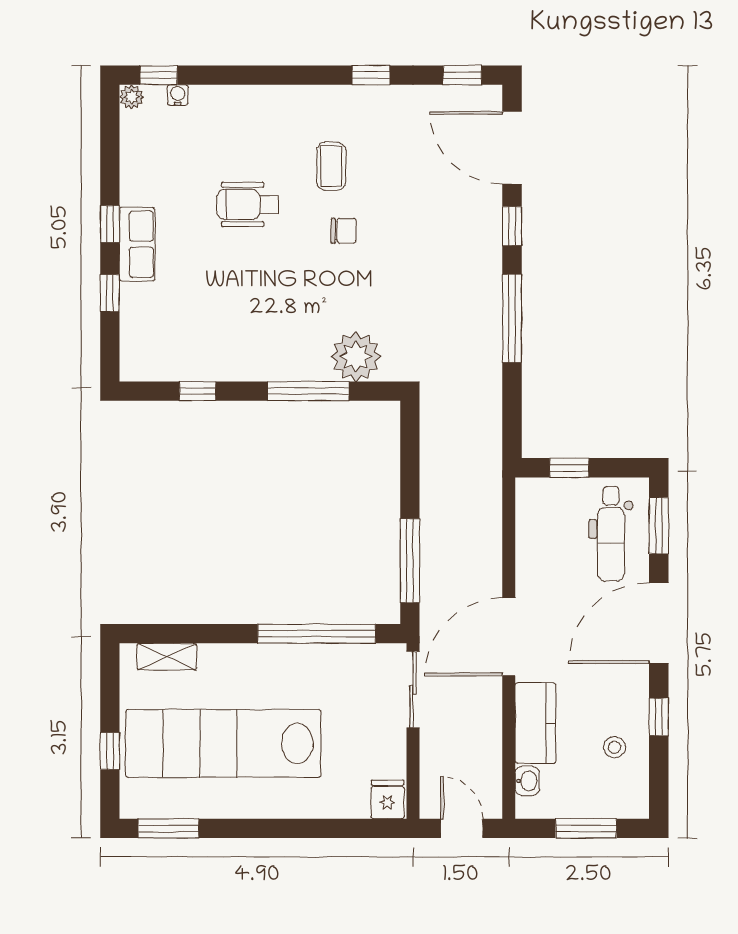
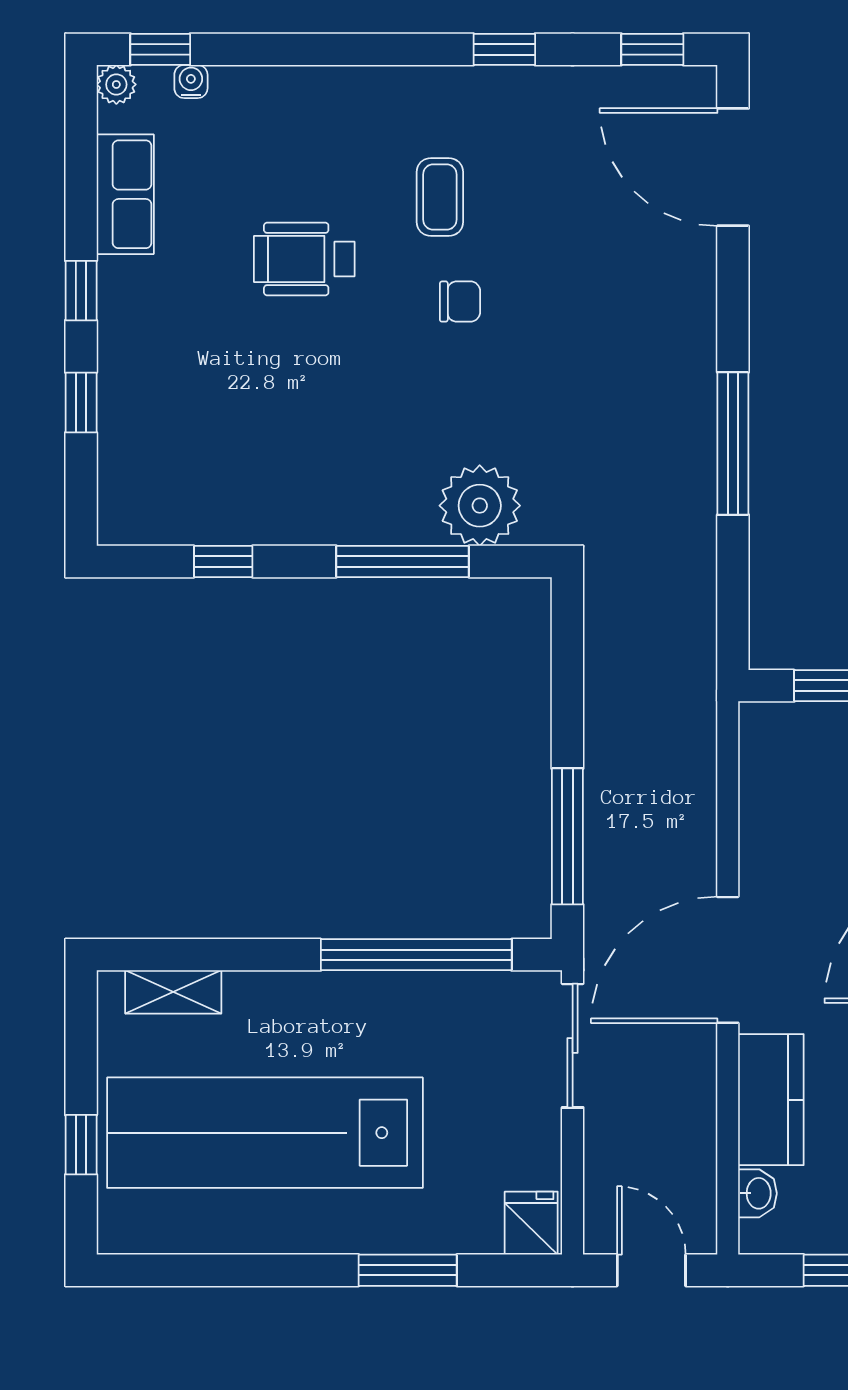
window: (512, 226) -> (733, 294), removed
row of seats: (137, 244) -> (125, 194), moved
window: (169, 828) -> (408, 1270), moved

